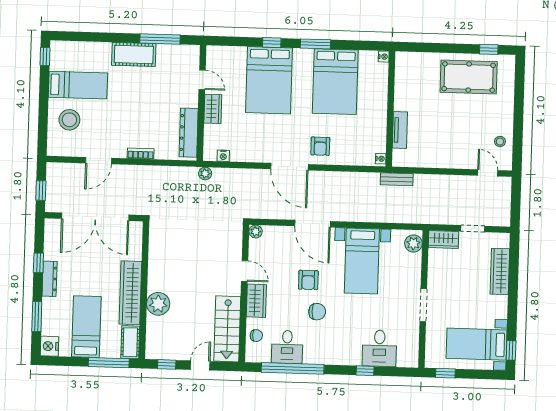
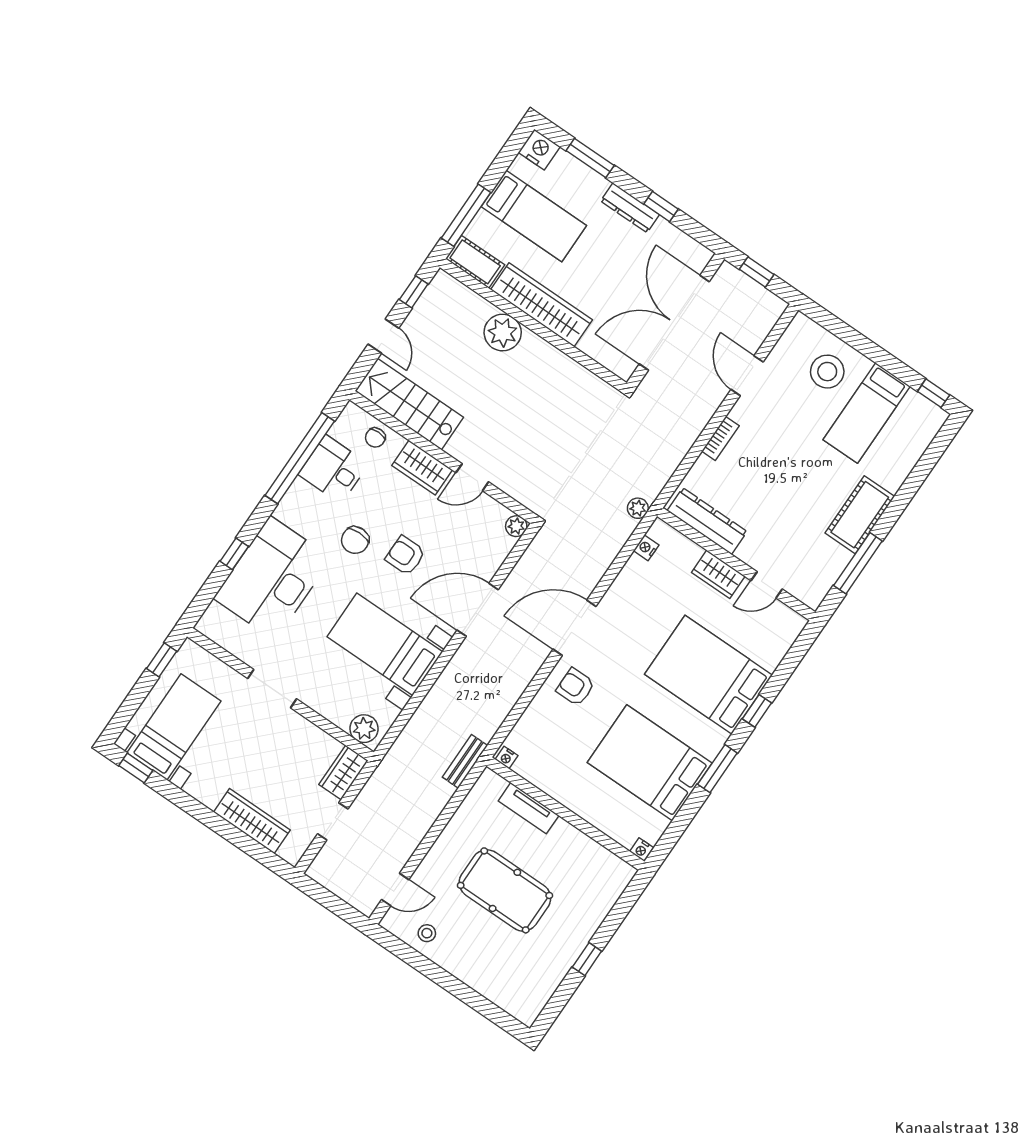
window: (489, 49) -> (587, 959), moved
pool table: (469, 77) -> (505, 890), moved, turned 90
desk: (379, 348) -> (272, 578), width x1.87, depth x1.30

